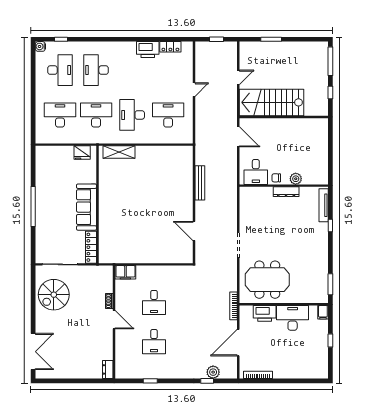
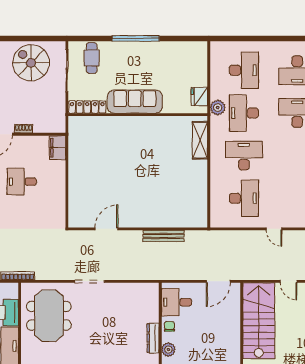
desk: (96, 115) -> (244, 113), turned 180
plant: (91, 137) -> (218, 108), added
cafe table: (50, 244) -> (92, 58), added

